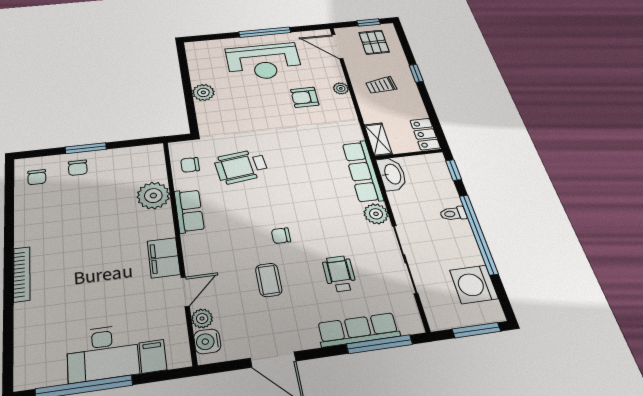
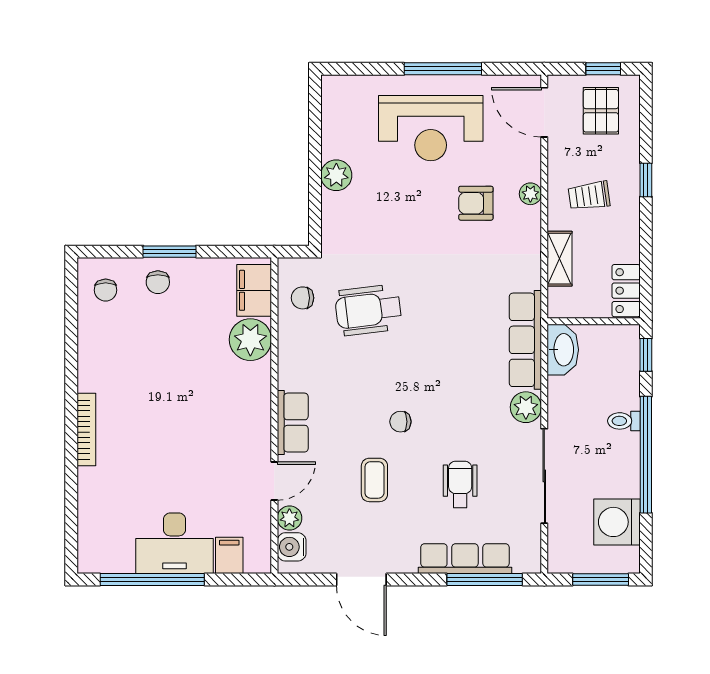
shelving: (378, 139) -> (560, 259), moved
row of seats: (189, 211) -> (293, 423), moved
filing cabinet: (164, 258) -> (254, 290), moved

